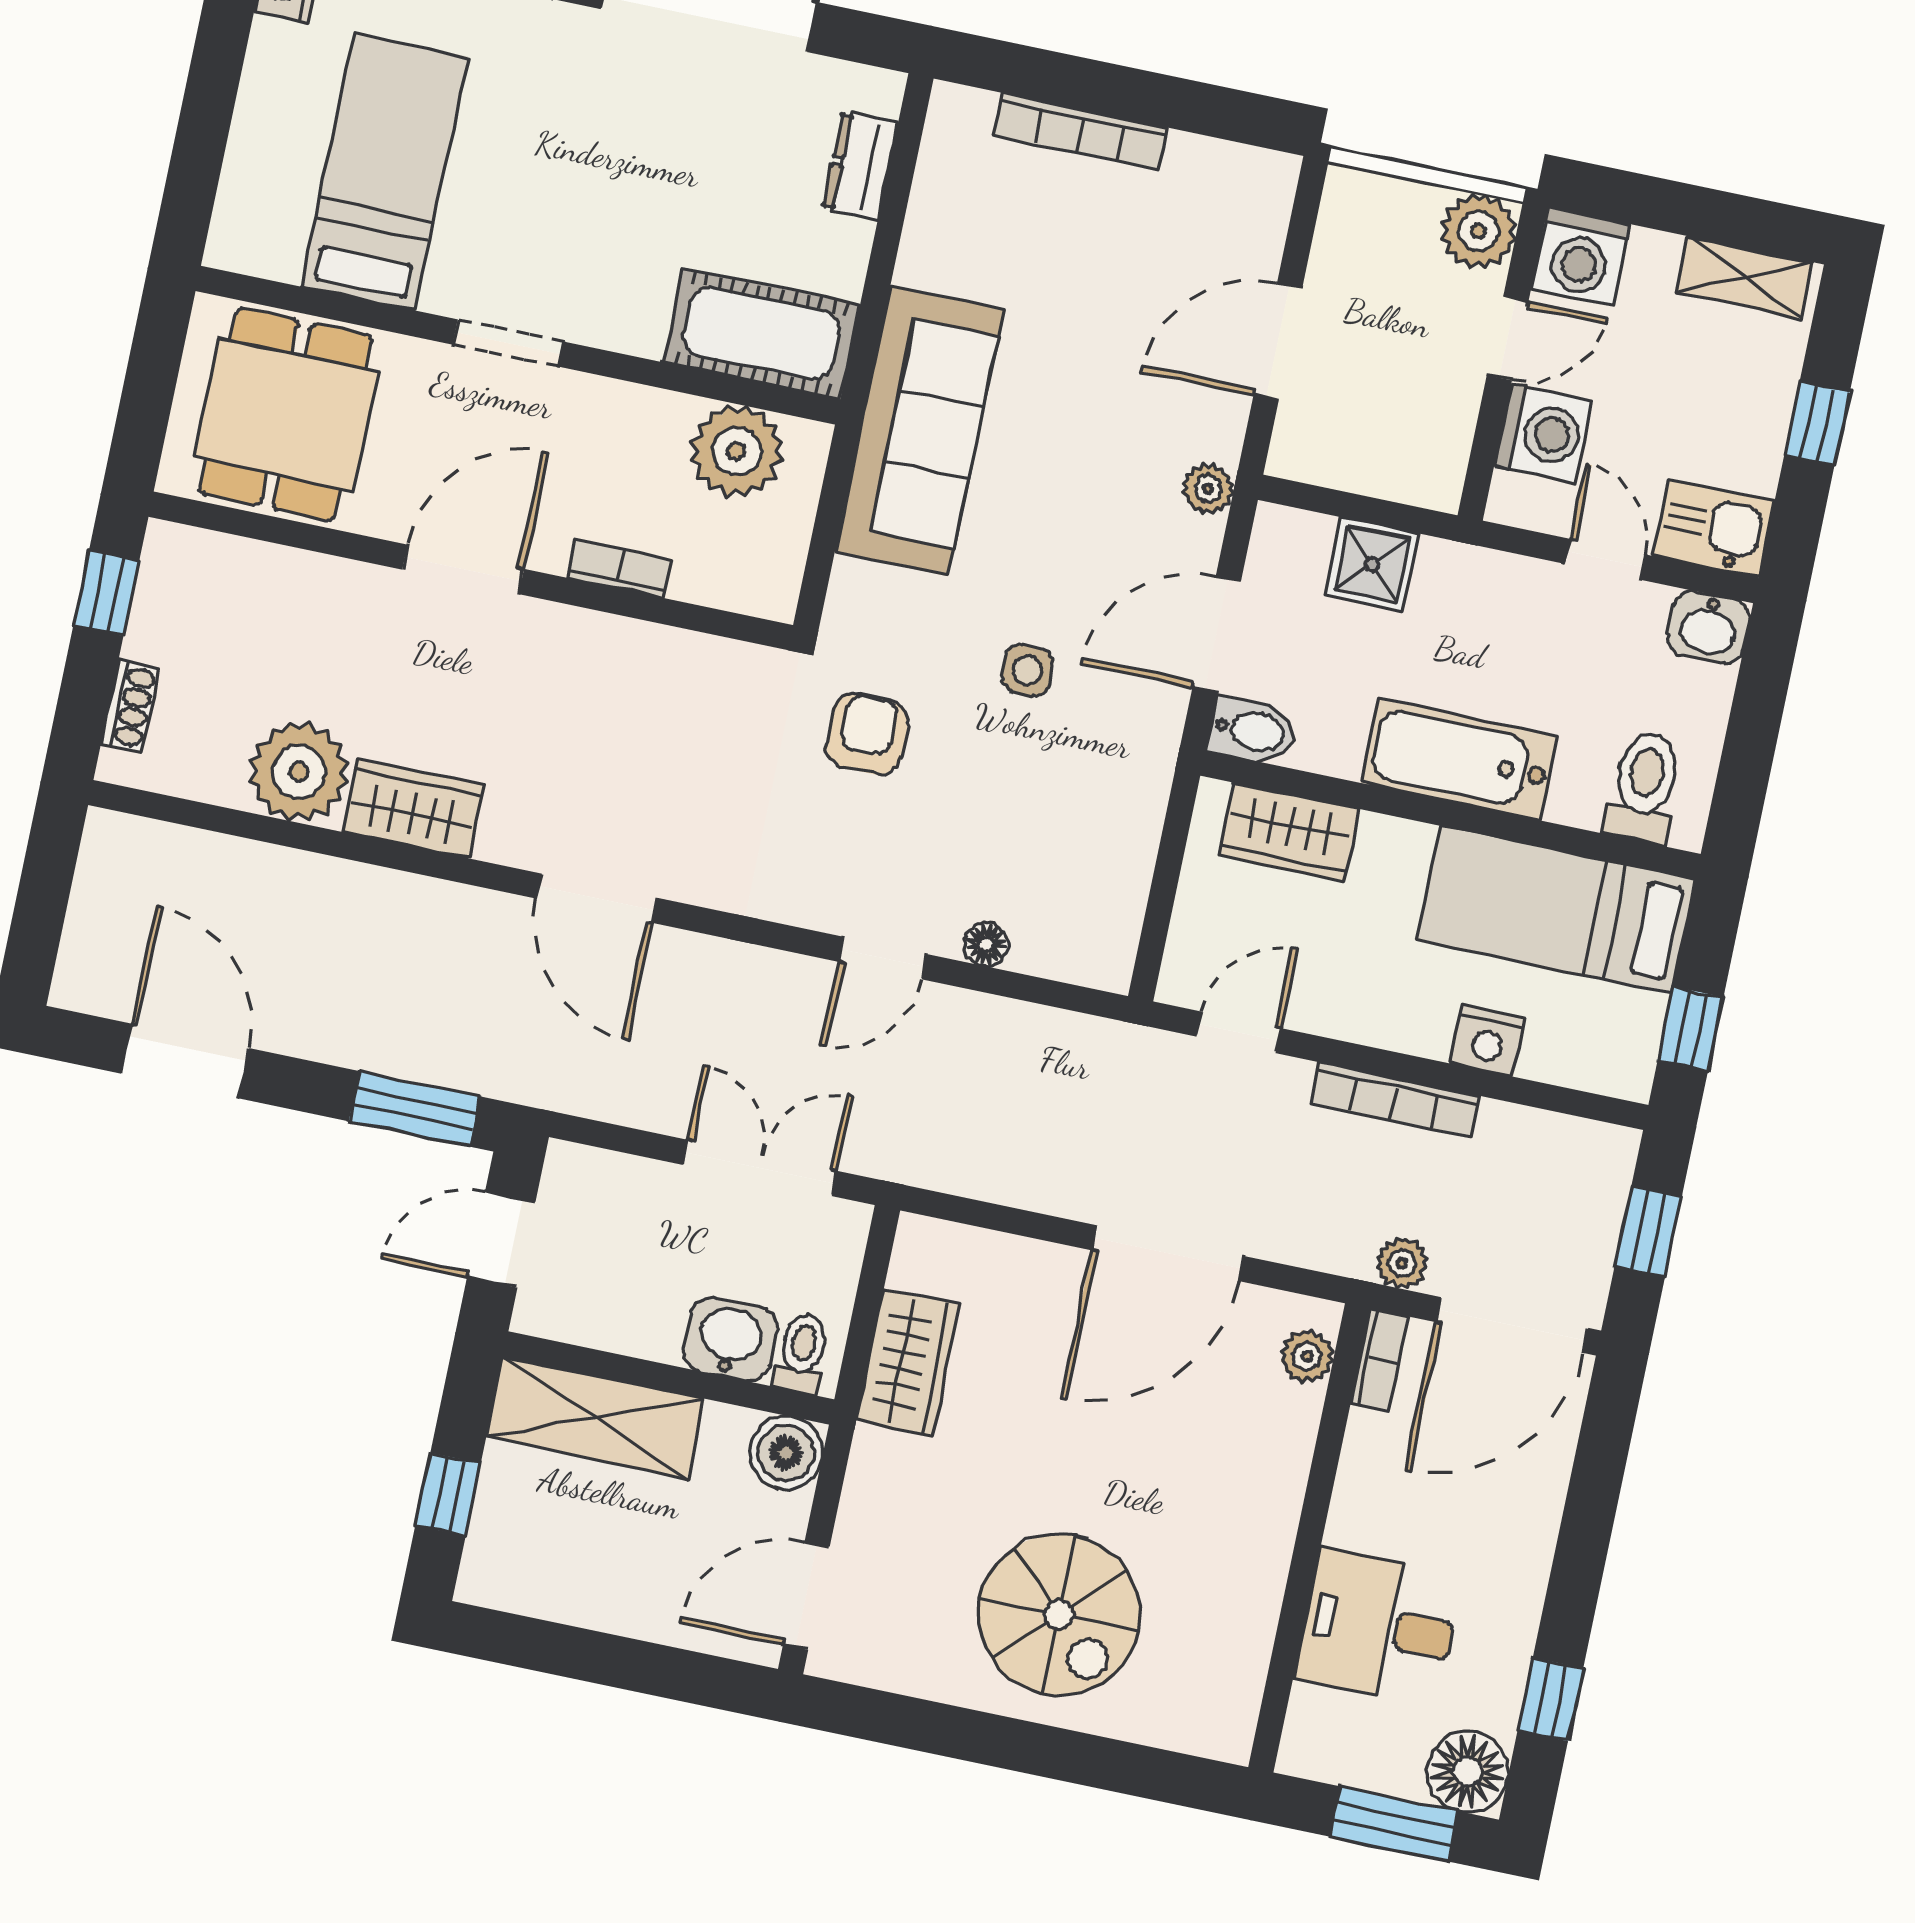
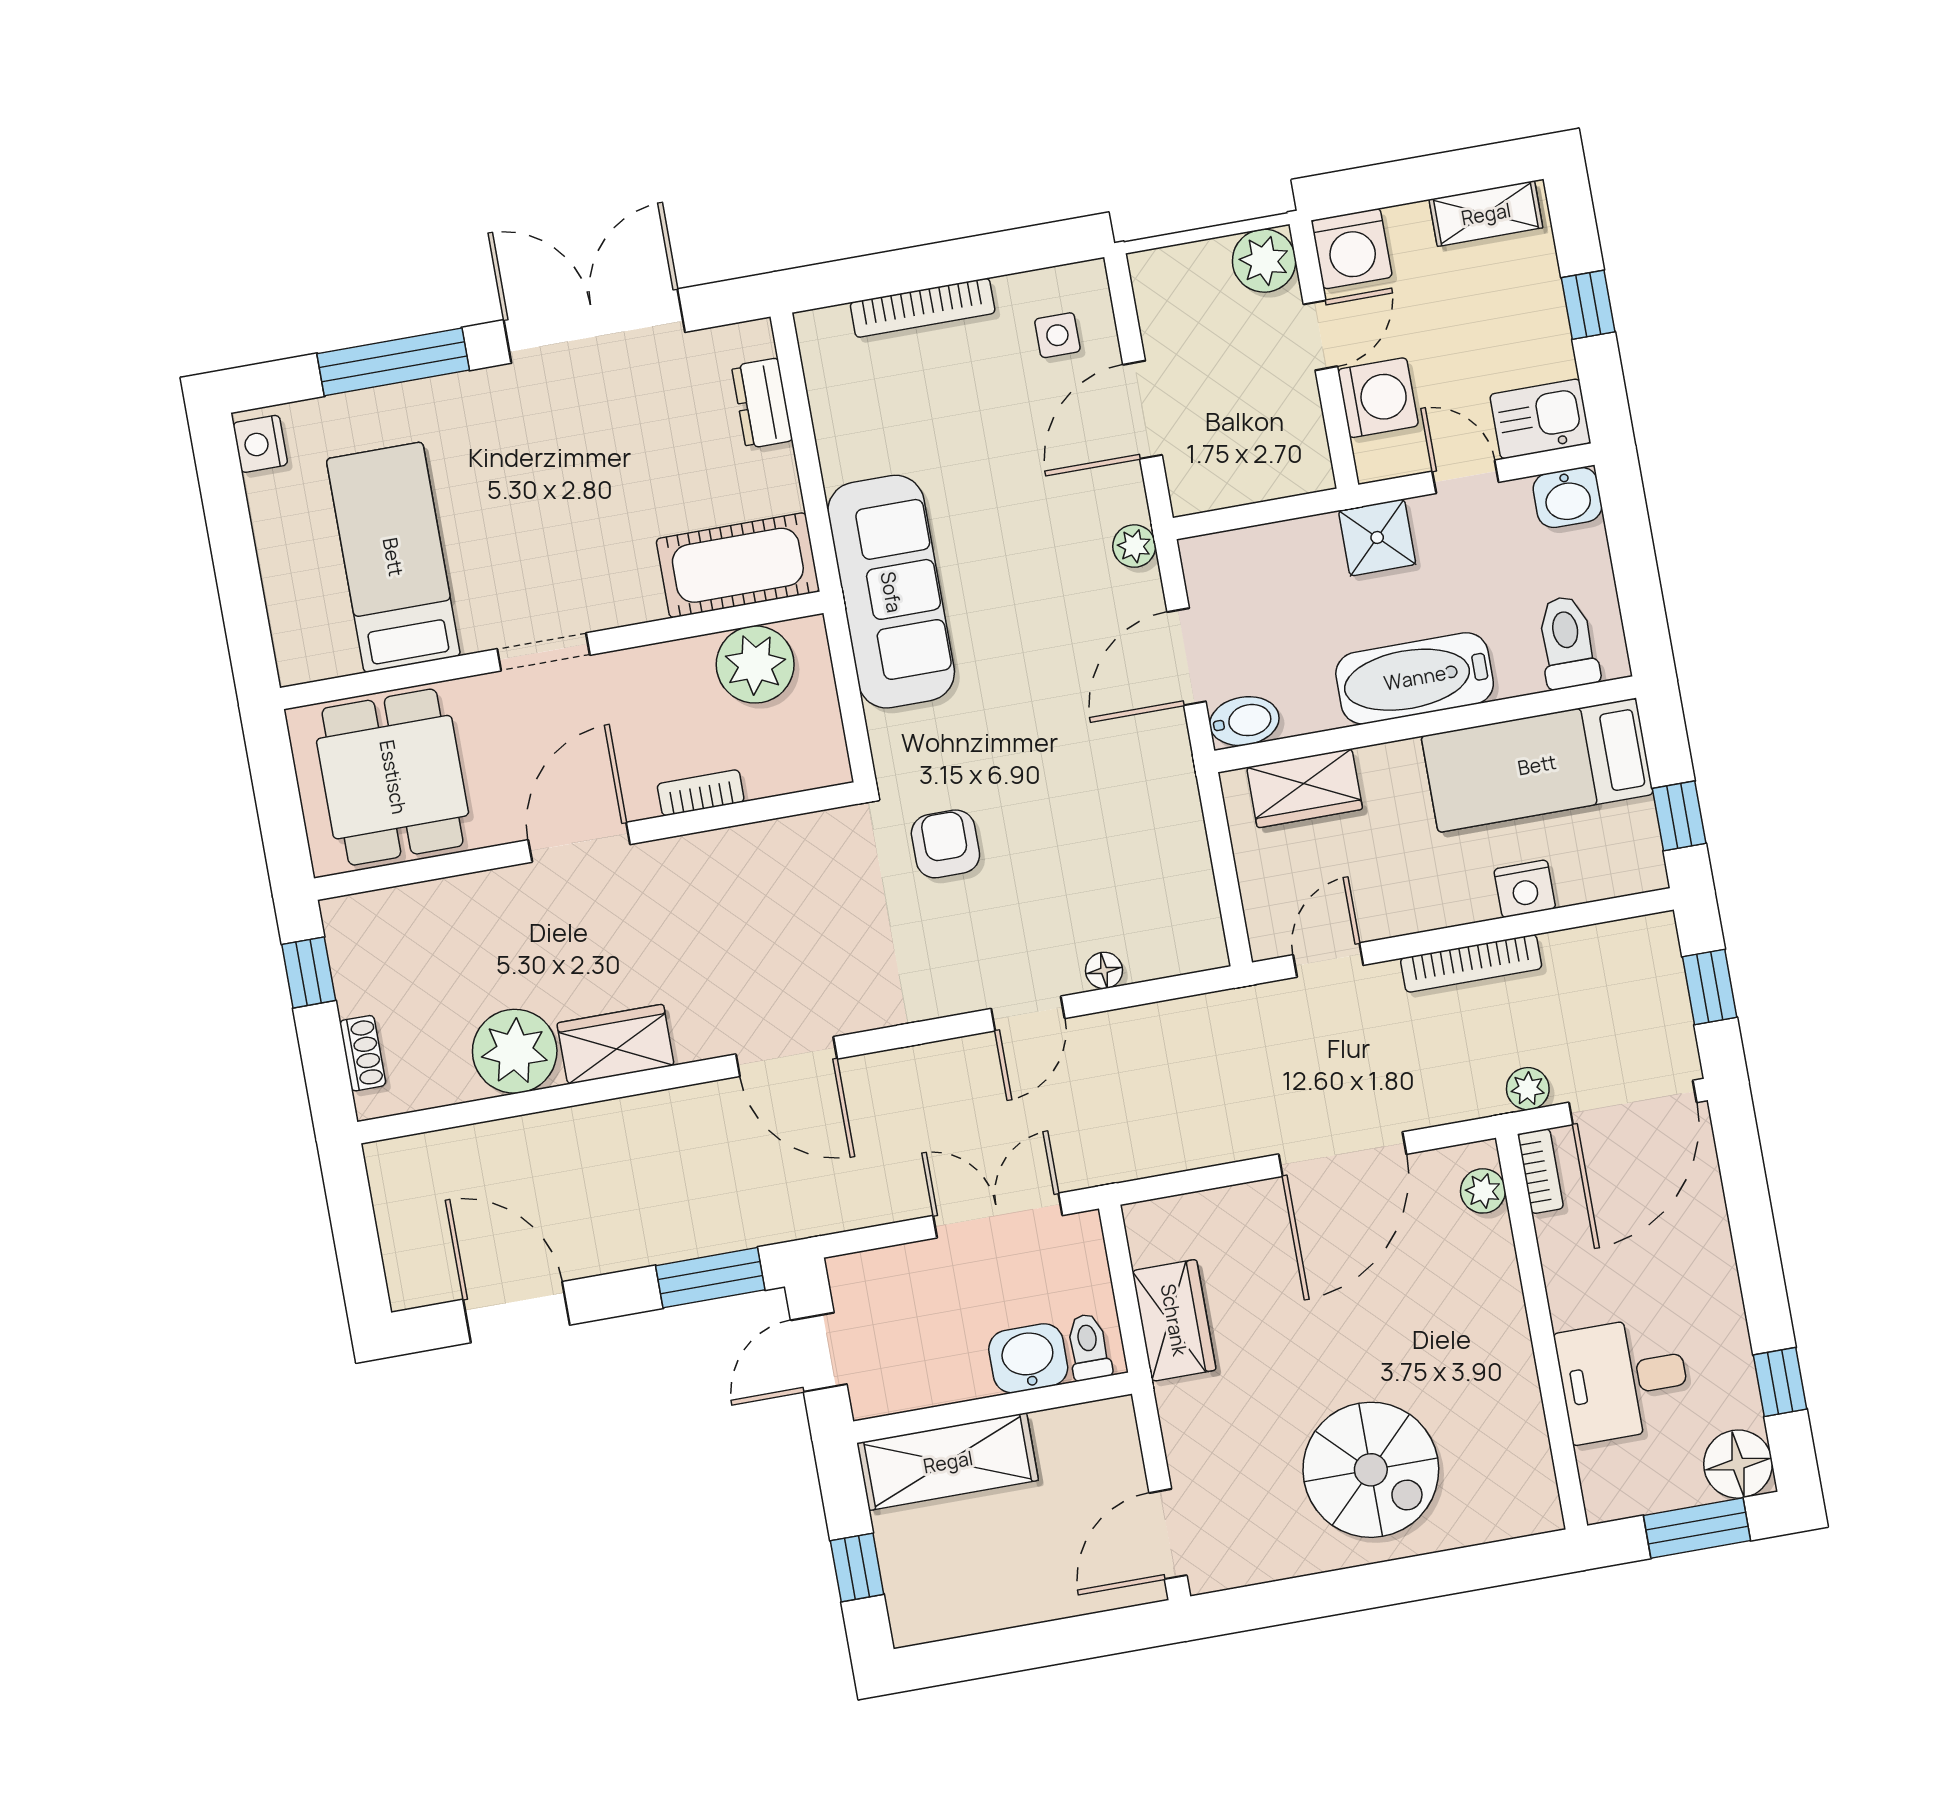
shower: (1372, 564) -> (1377, 537), moved
side table: (1028, 670) -> (1057, 335), moved
boiler: (786, 1453) -> (1107, 1429), removed

